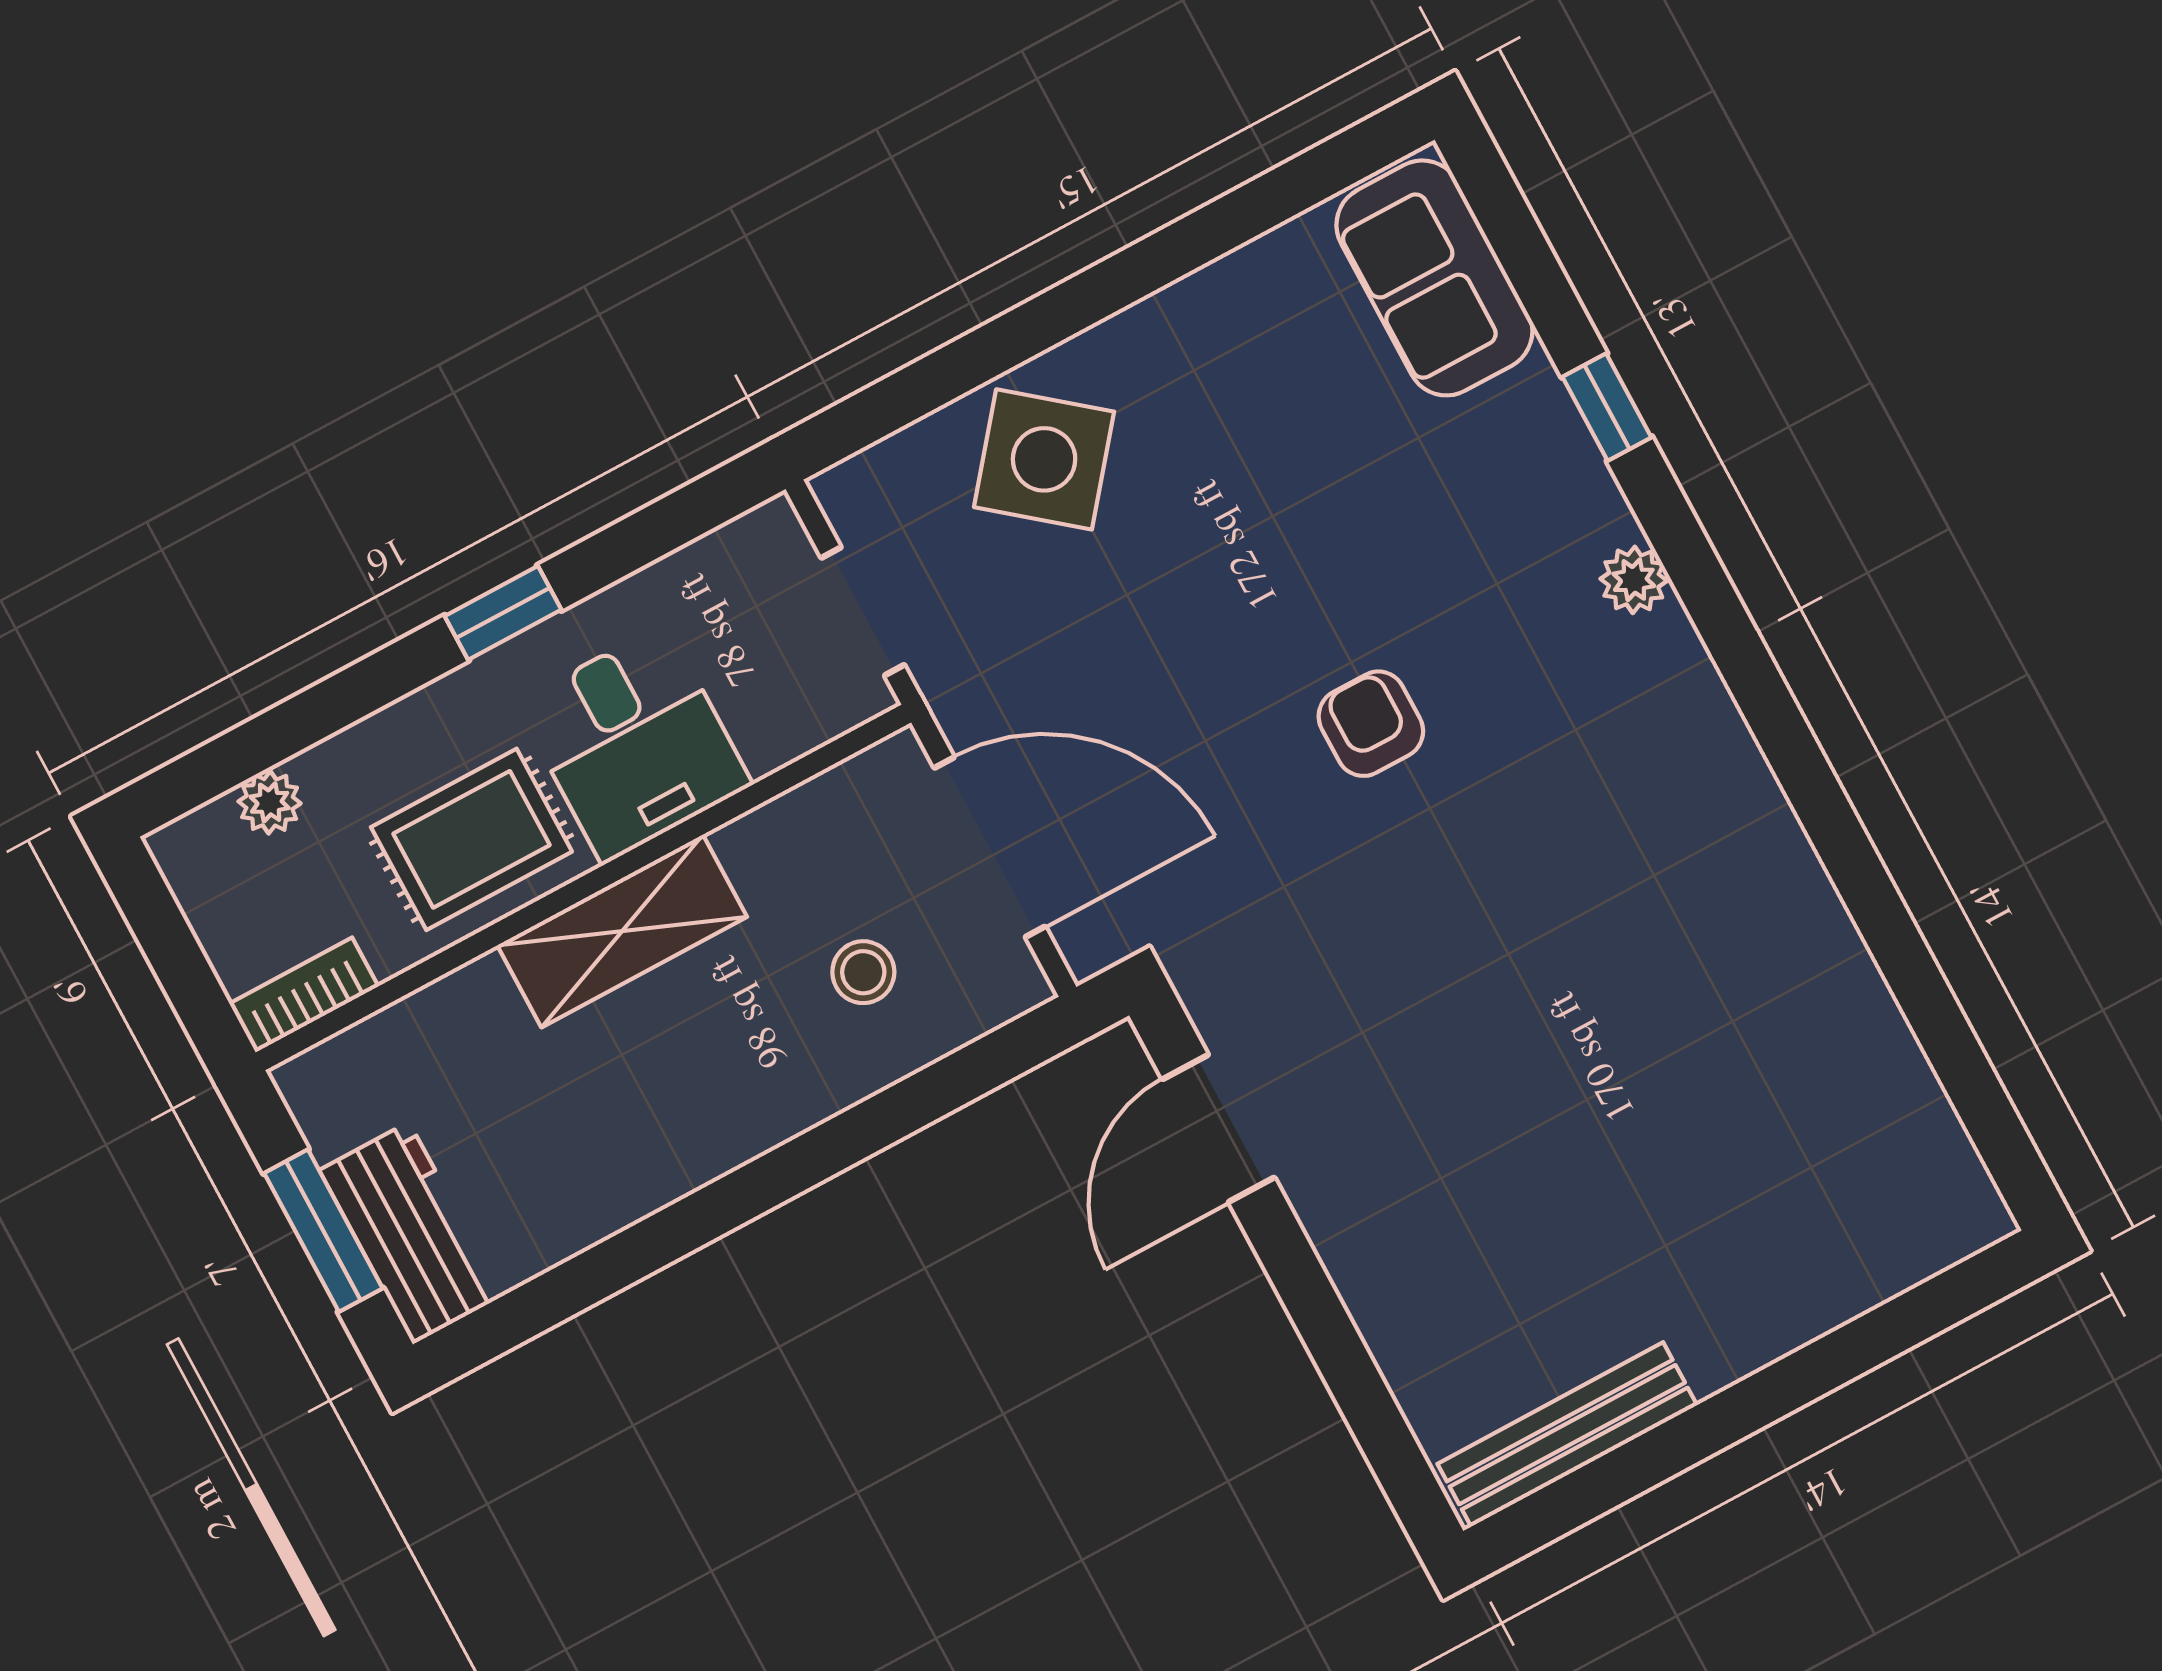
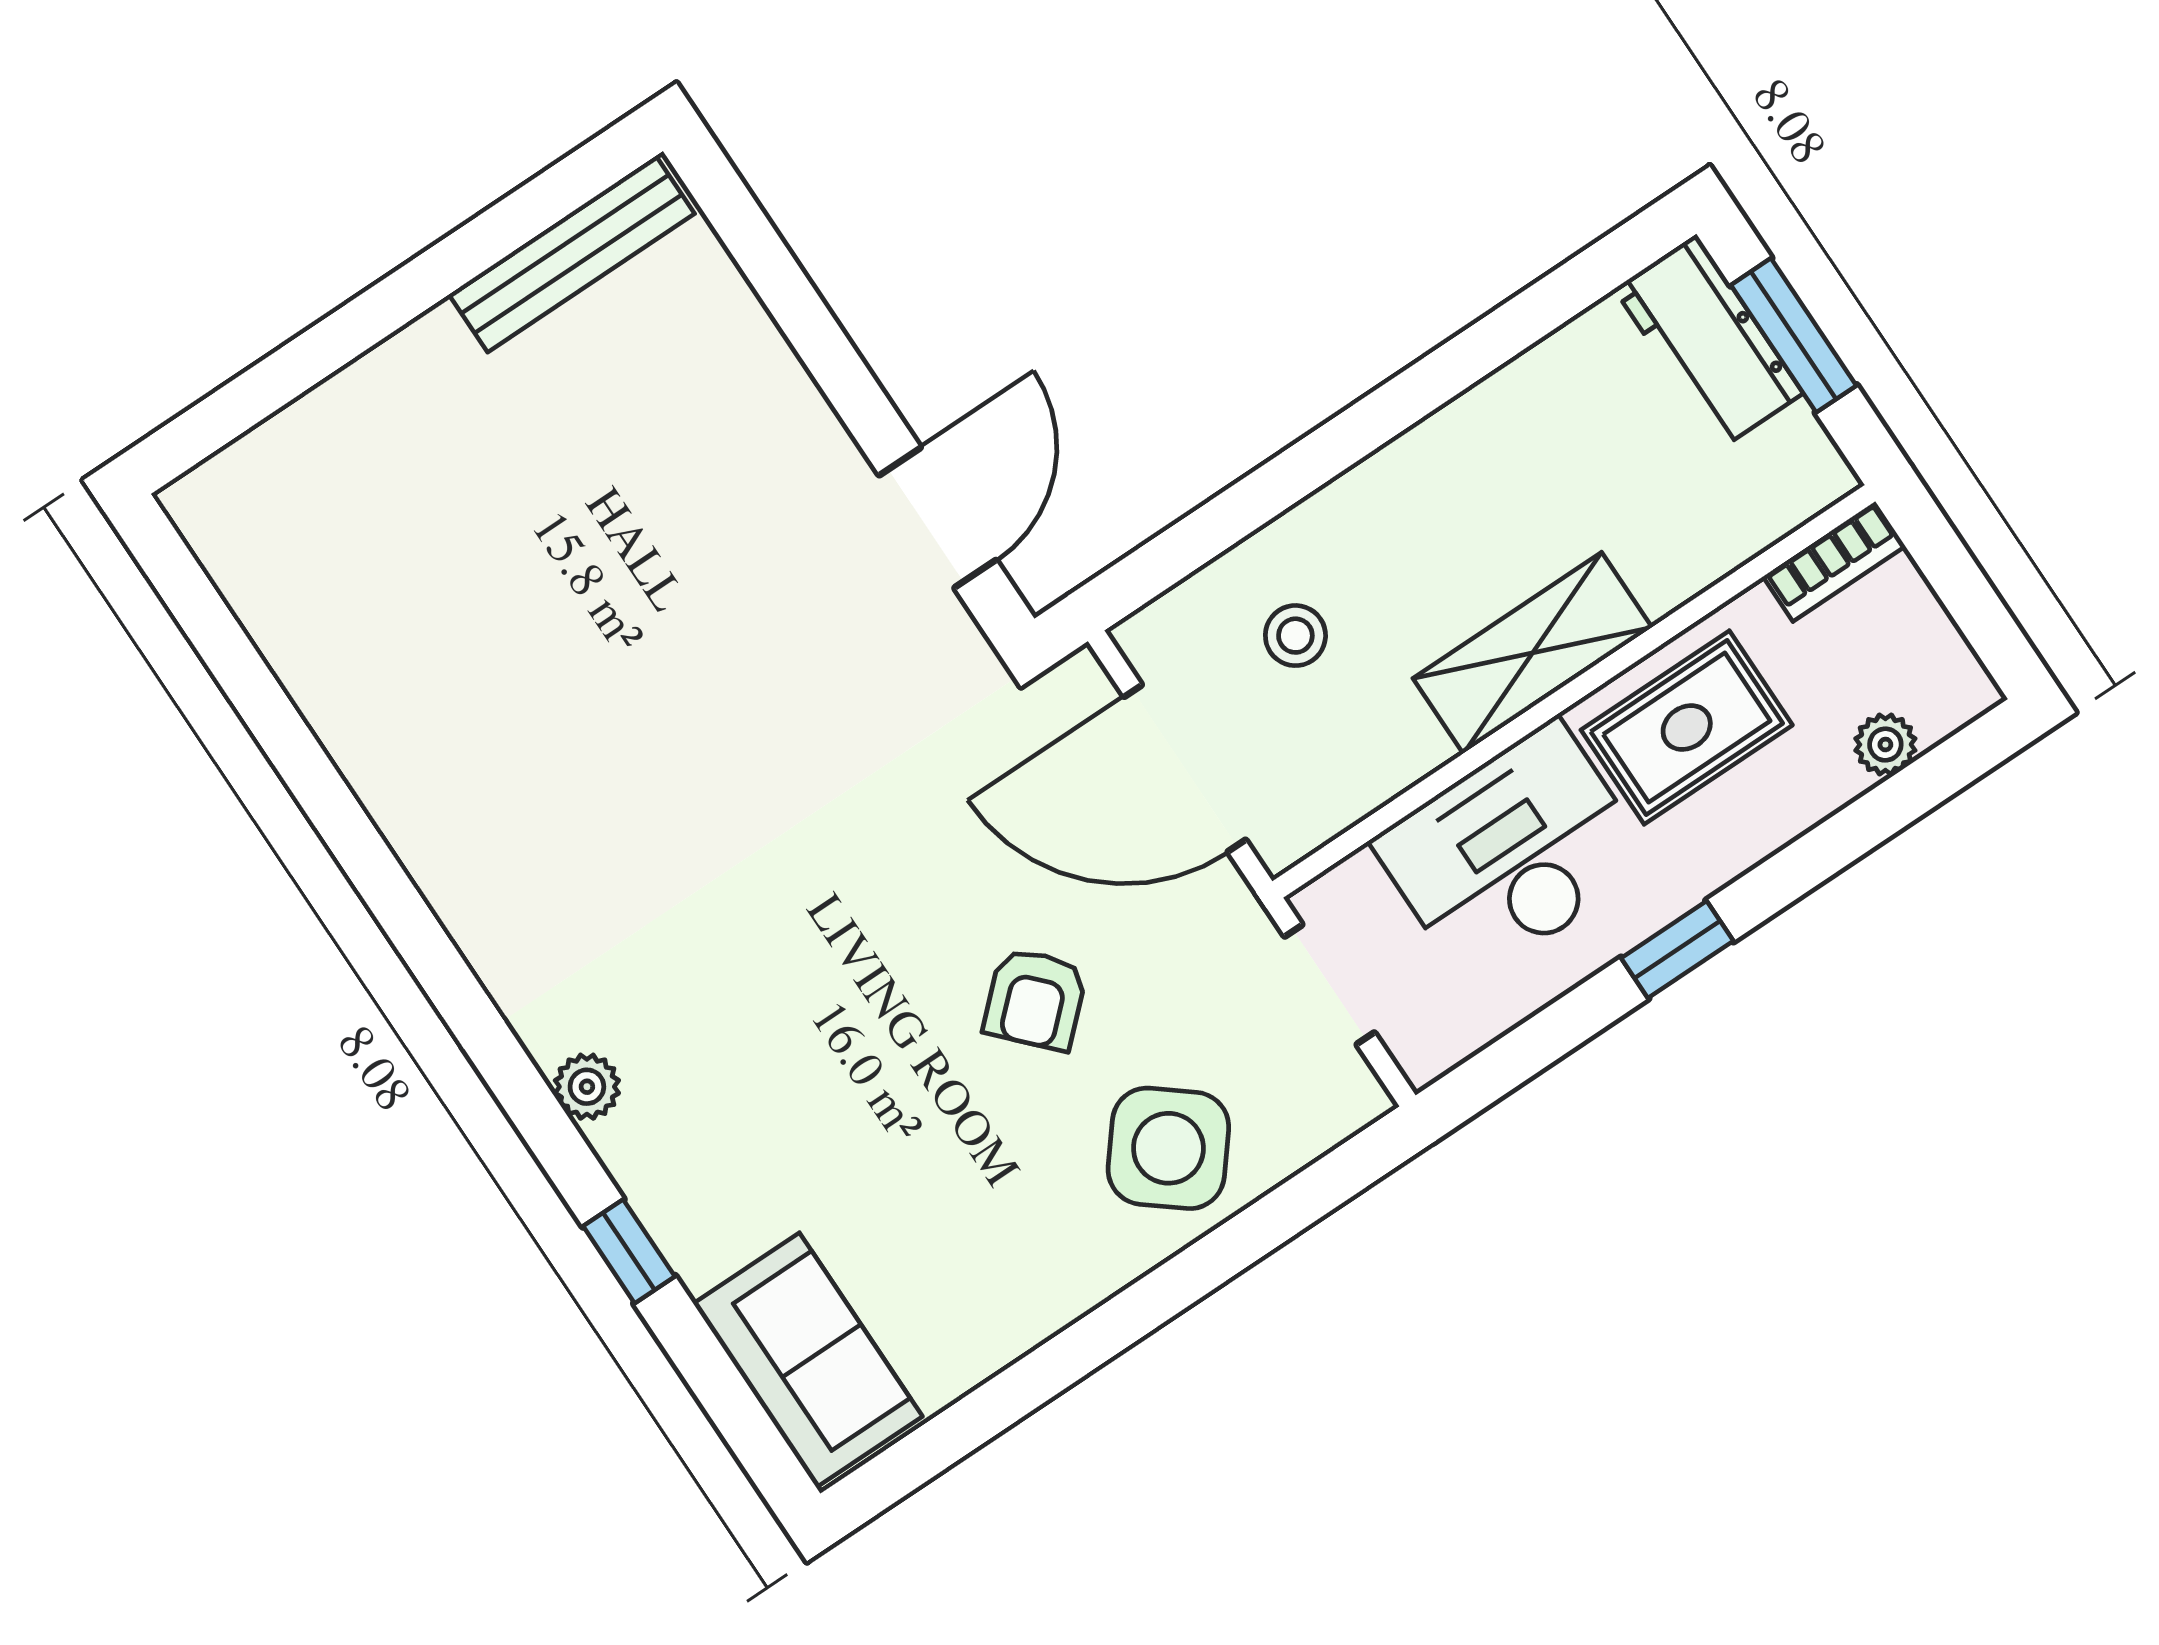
armchair: (1371, 724) -> (1035, 999), moved, turned 47
desk: (634, 744) -> (1513, 852), width x1.37

